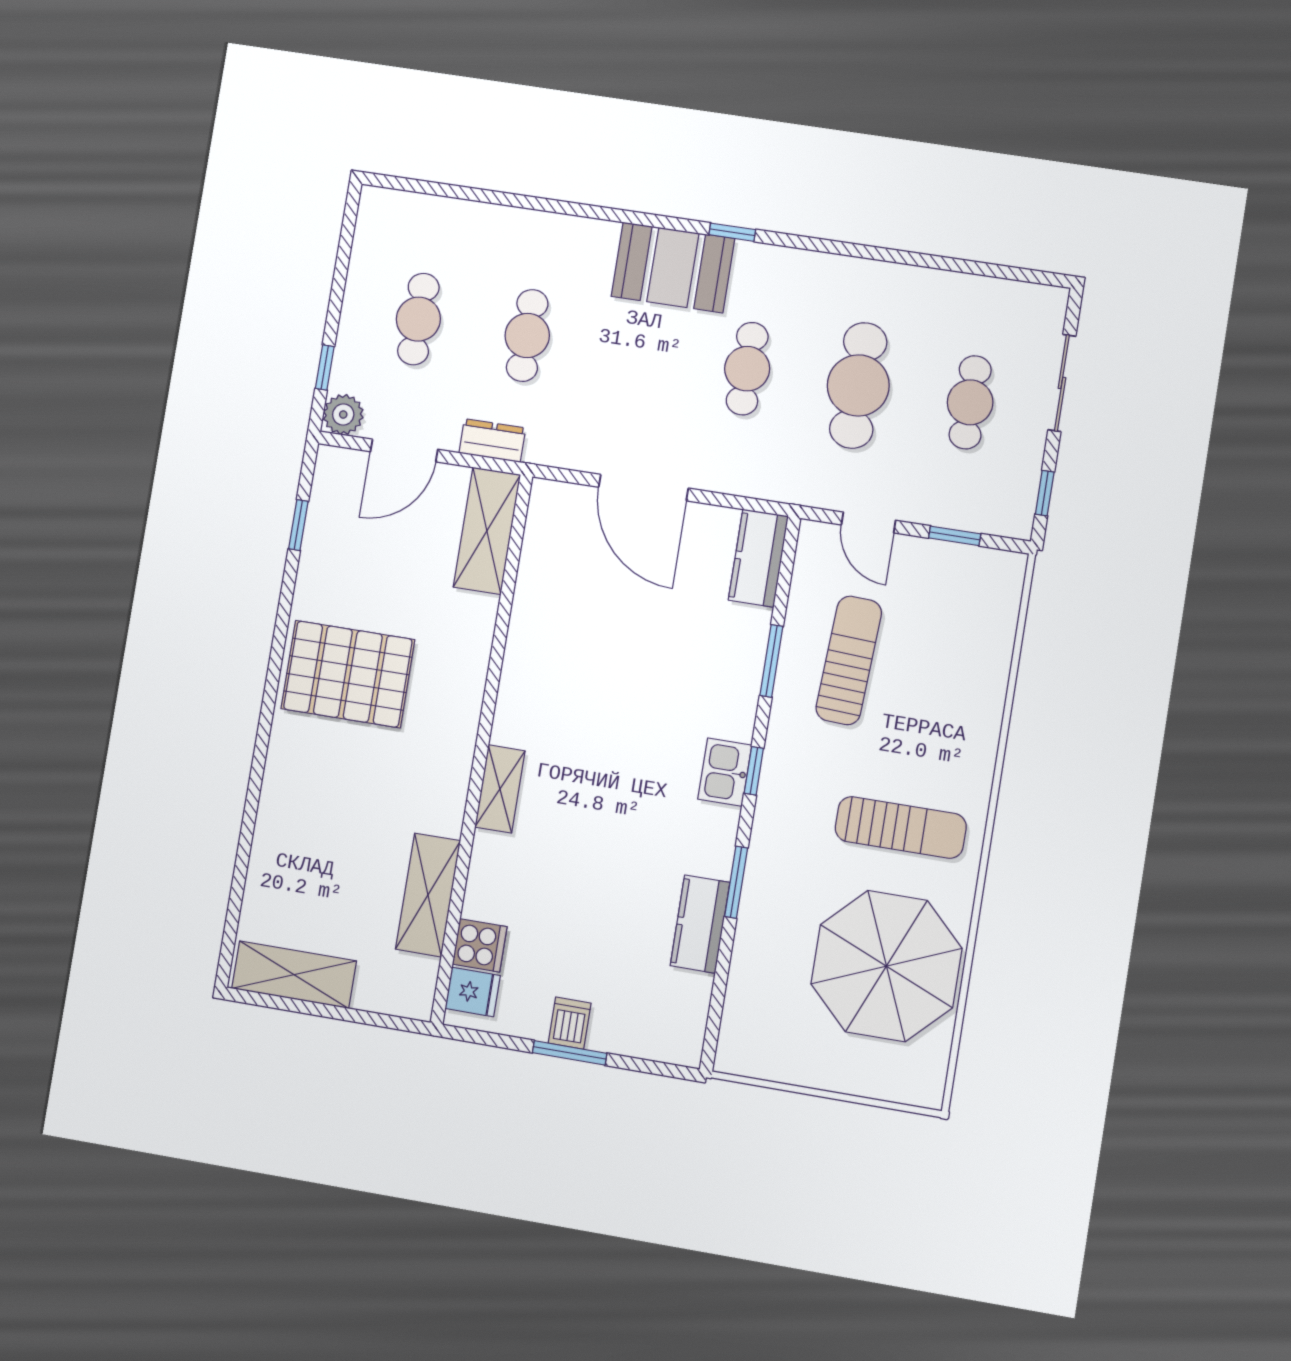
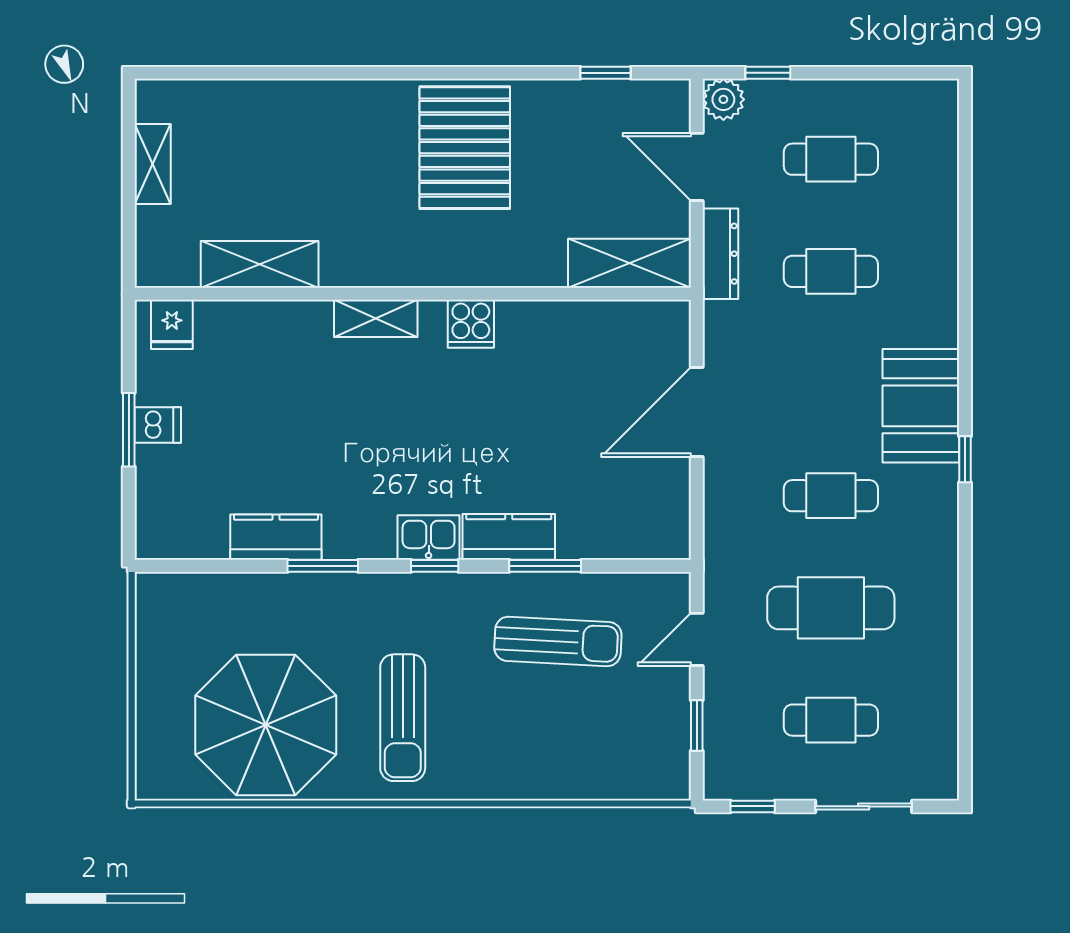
dresser: (492, 441) -> (720, 254), width x1.44
kitchen counter: (758, 558) -> (509, 537), moved
cooker: (480, 945) -> (471, 324), moved
shelving: (294, 975) -> (153, 164), width x0.67, depth x0.75

